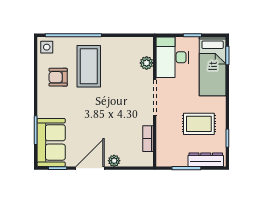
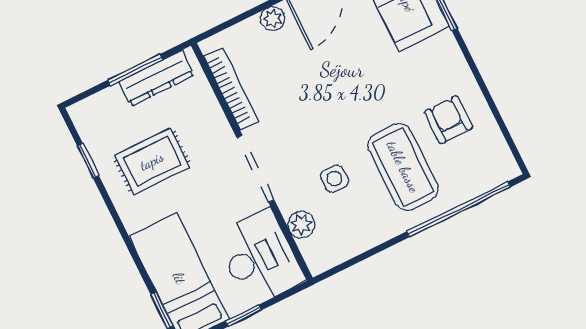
side table: (47, 47) -> (334, 179), moved
armchair: (58, 77) -> (449, 120), turned -90
bookcase: (148, 139) -> (231, 89), width x1.56
dresser: (206, 160) -> (156, 78), moved

